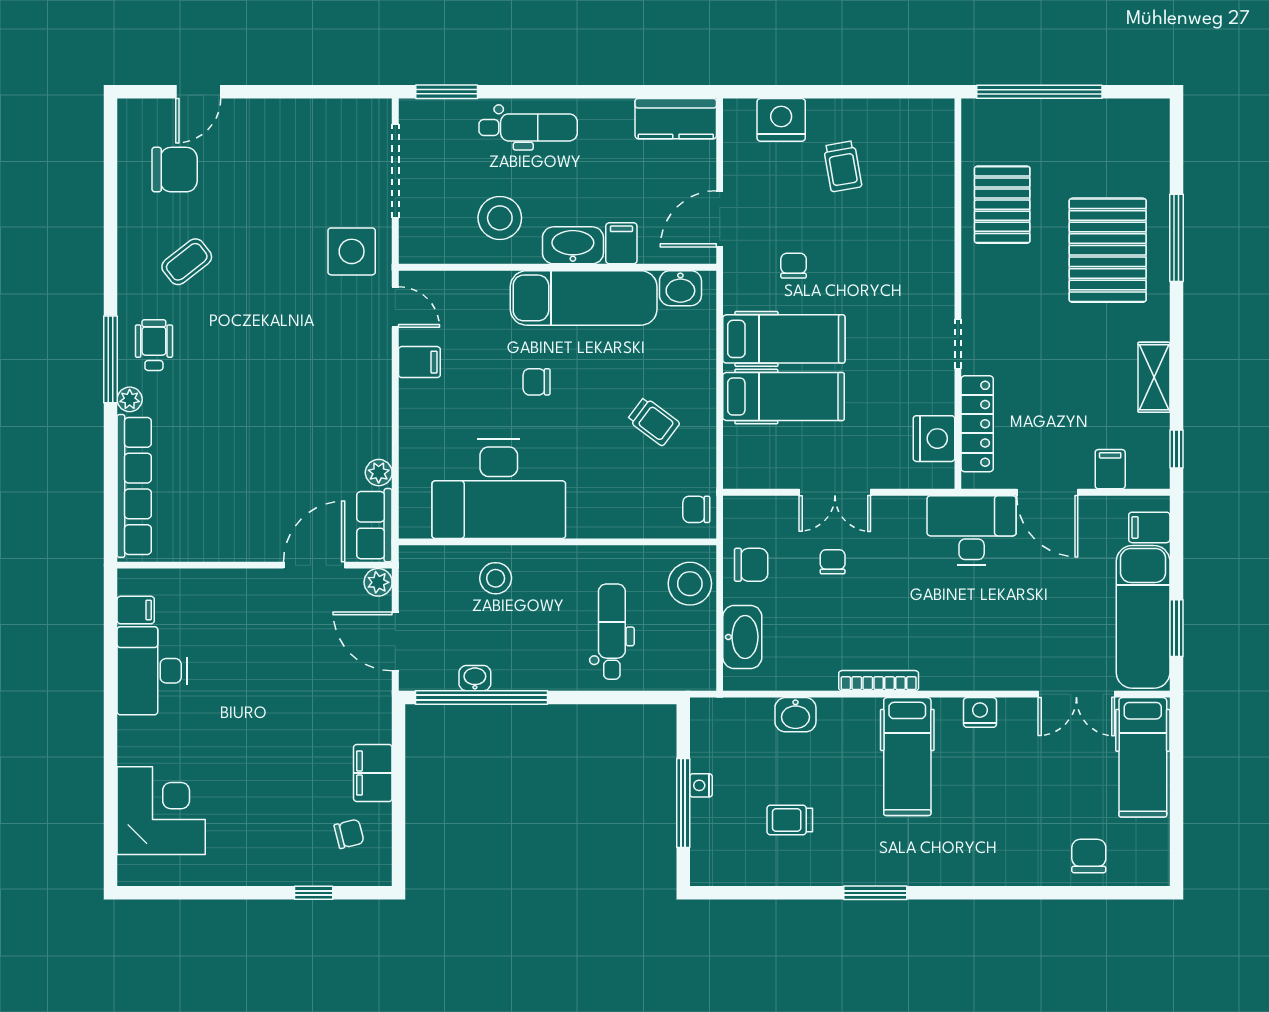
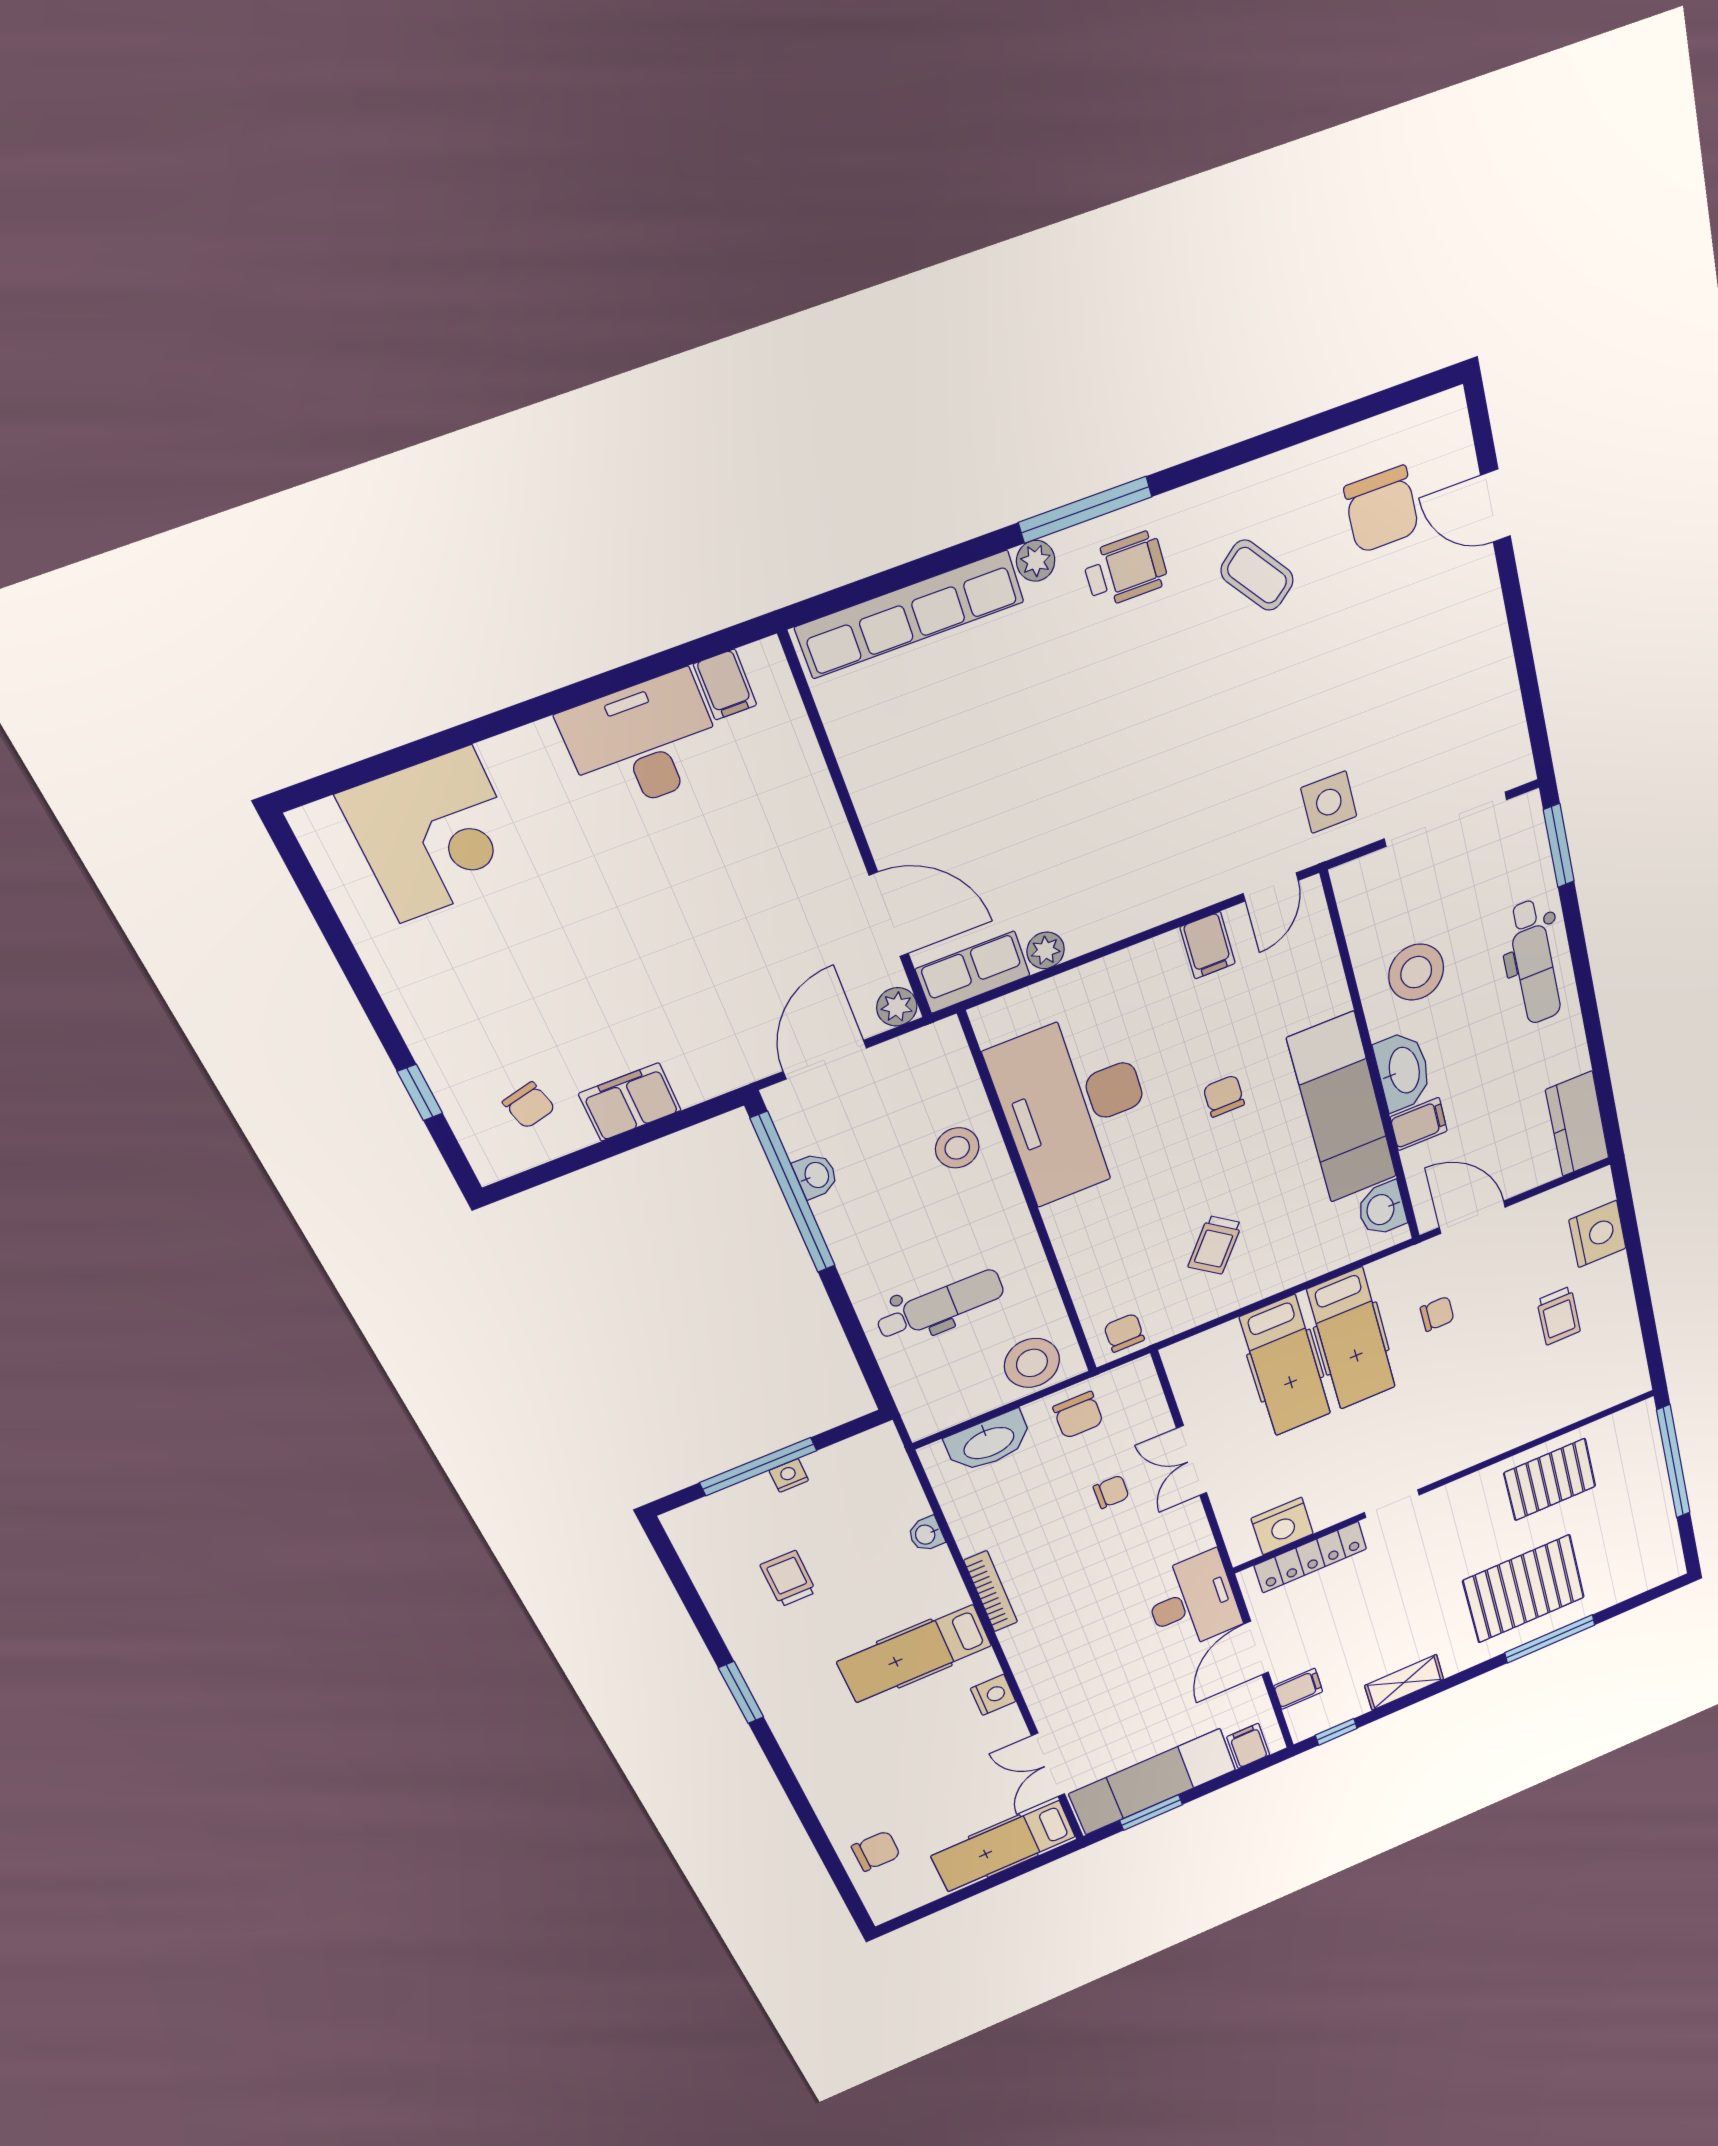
trolley: (843, 166) -> (1559, 1316), turned -80
side table: (352, 251) -> (1329, 802), width x0.73, depth x0.73
washbasin: (795, 715) -> (926, 1534), width x0.72, depth x0.69

